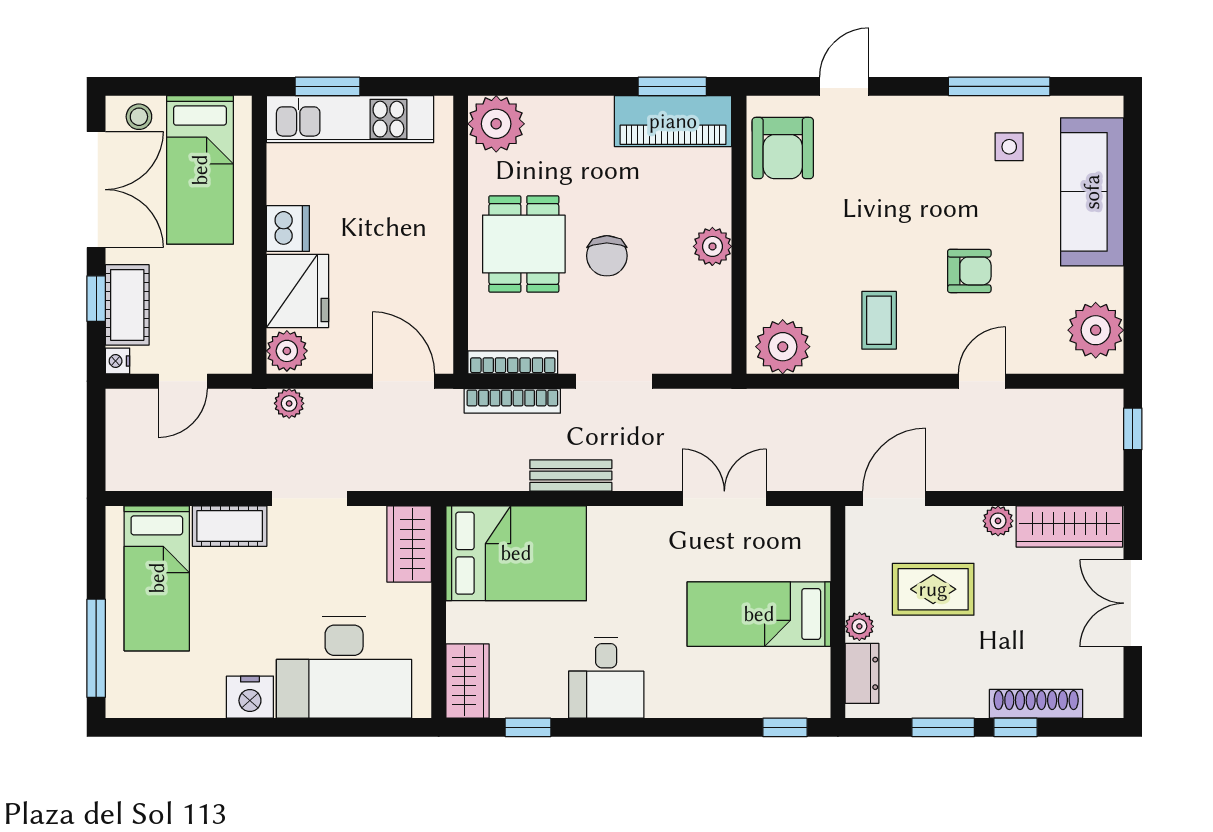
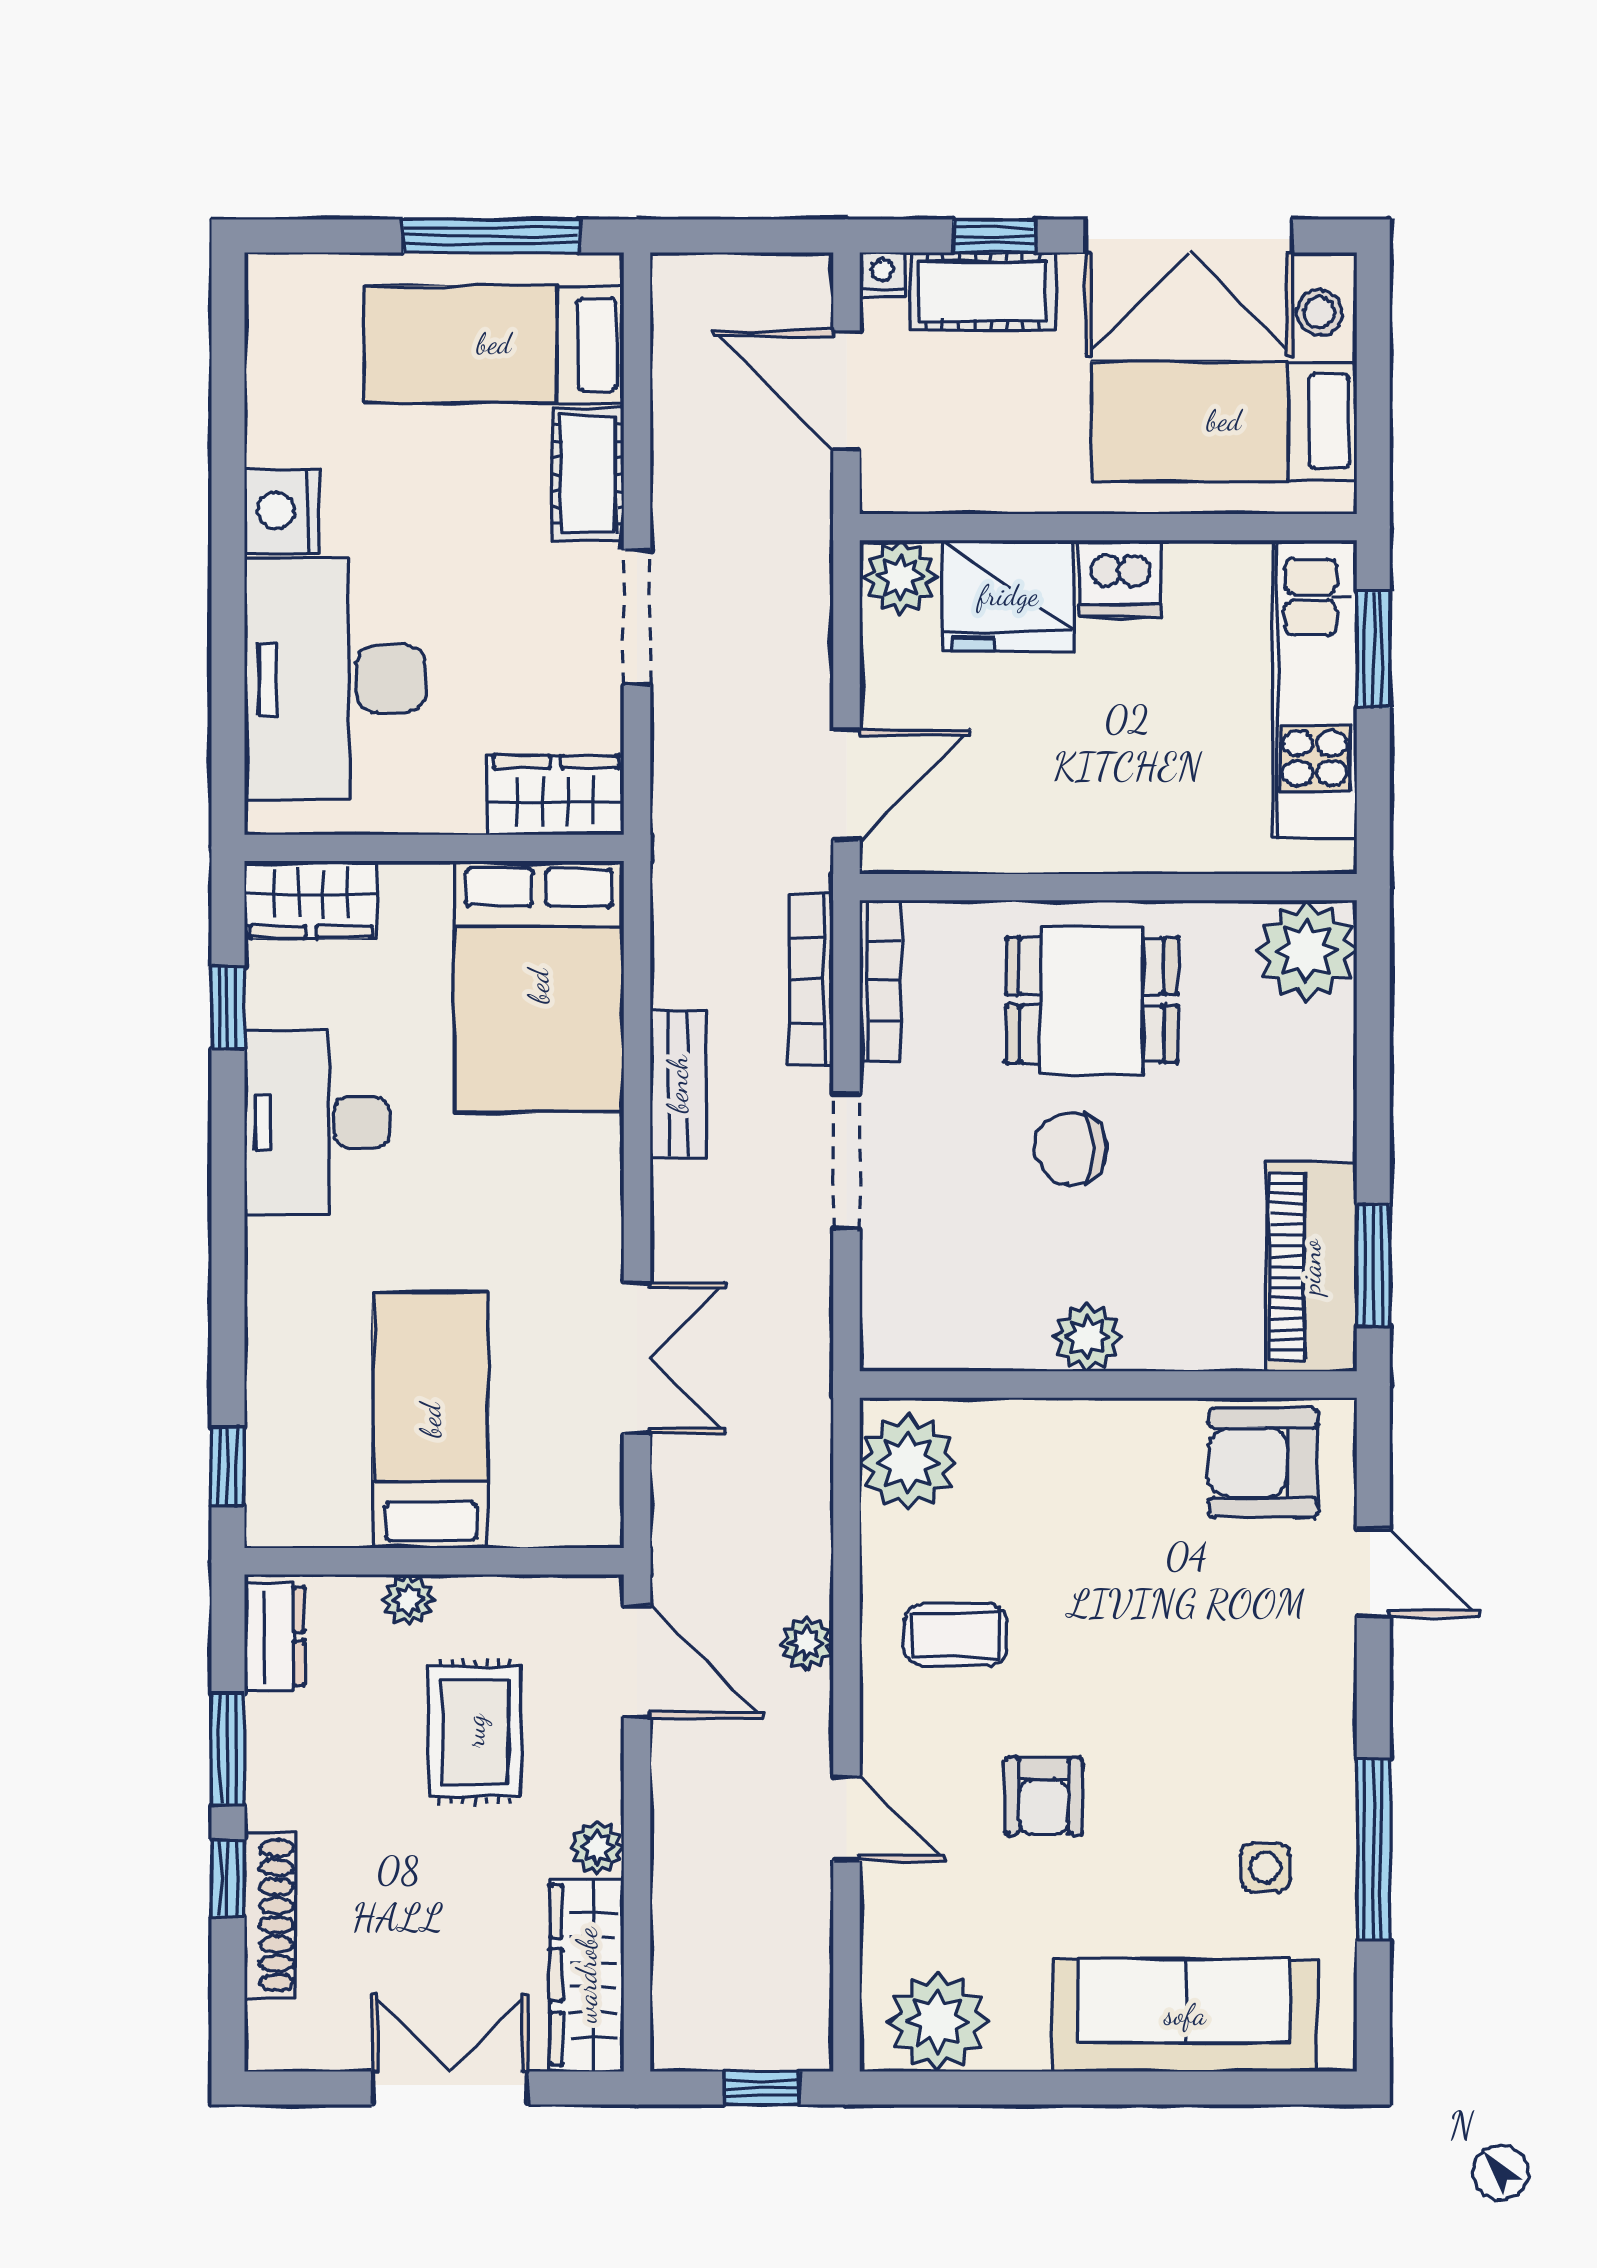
door: (183, 381) -> (846, 391), width x1.38
plant: (289, 403) -> (807, 1643), moved
window: (96, 648) -> (491, 236), moved
dresser: (862, 673) -> (274, 1636), moved, turned -90
desk: (606, 678) -> (317, 1122), width x1.37

